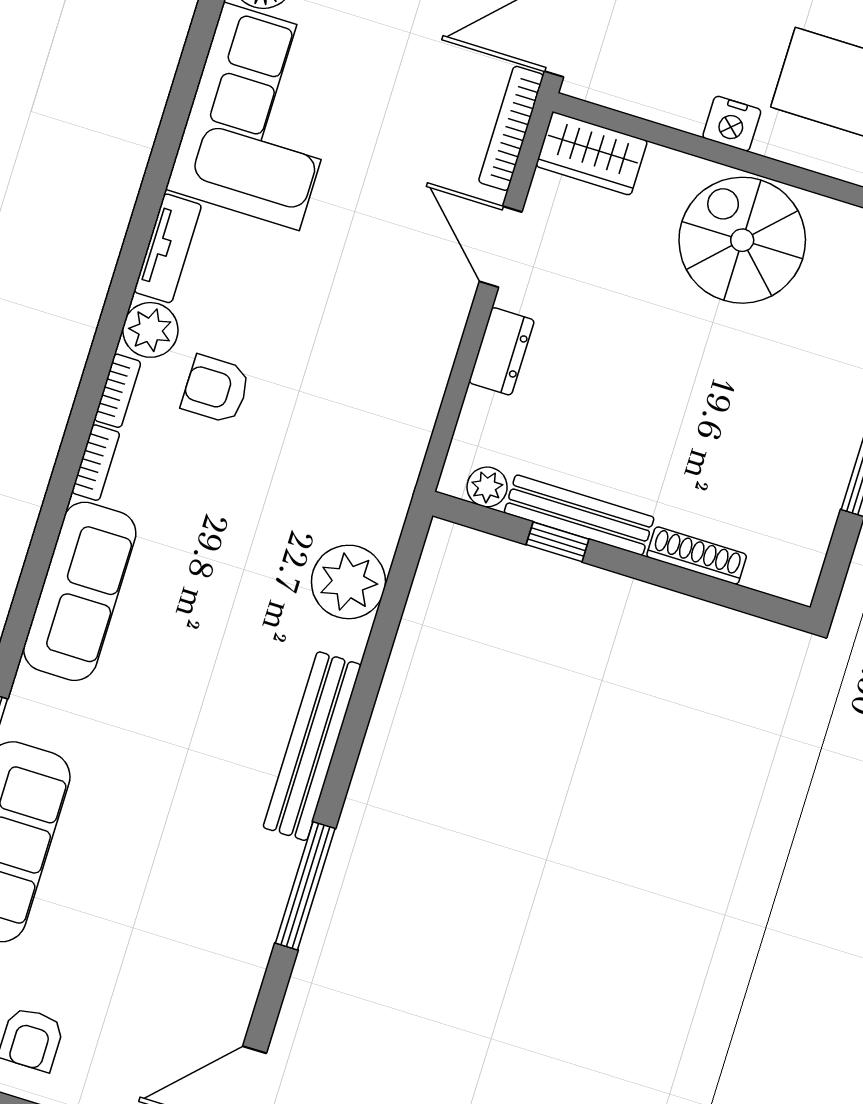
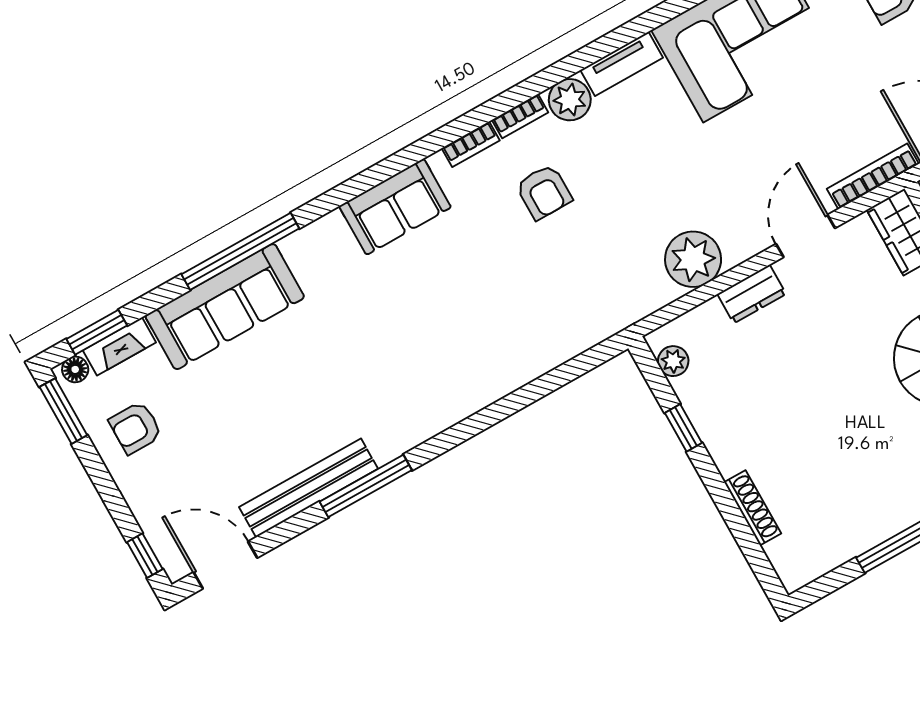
armchair: (216, 389) -> (544, 192), moved, turned 180
bench: (579, 515) -> (709, 424), removed
plant: (348, 582) -> (693, 259), moved
sofa: (80, 591) -> (395, 207), width x0.73
bench: (312, 746) -> (309, 488), moved

